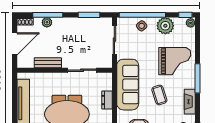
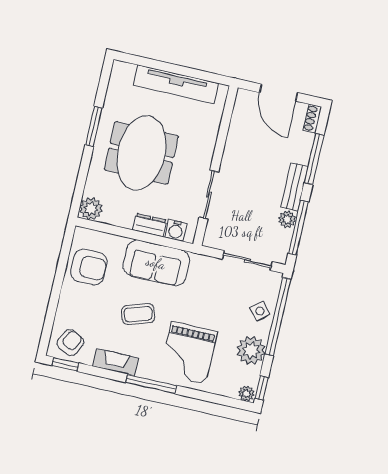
window: (89, 15) -> (298, 228), width x1.44
plant: (47, 22) -> (287, 219), moved
bench: (48, 63) -> (294, 187), moved
water cooler: (107, 84) -> (176, 230), added
sofa: (128, 85) -> (156, 263), width x0.73

